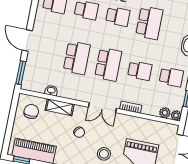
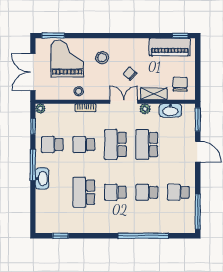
washbasin: (51, 90) -> (170, 110), width x1.91, depth x1.45
double door: (102, 108) -> (124, 102), moved
chair: (31, 112) -> (180, 84), turned 180
plant: (165, 113) -> (145, 109), moved
stool: (134, 125) -> (79, 91), added

